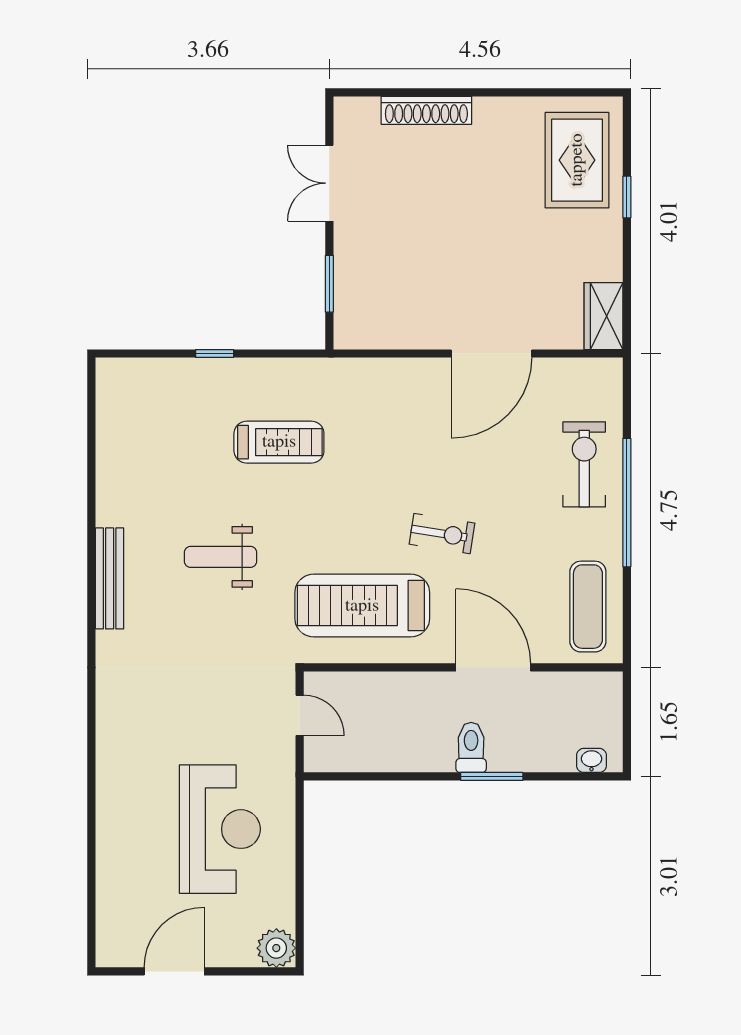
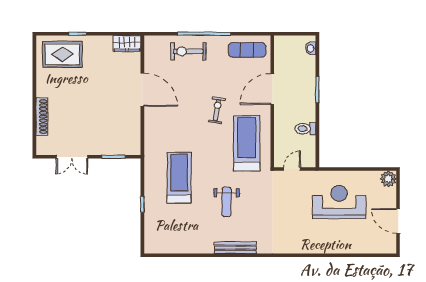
treadmill: (279, 442) -> (179, 178), width x1.37, depth x1.38
treadmill: (362, 606) -> (247, 143), turned 180
toilet: (471, 747) -> (305, 129), moved

